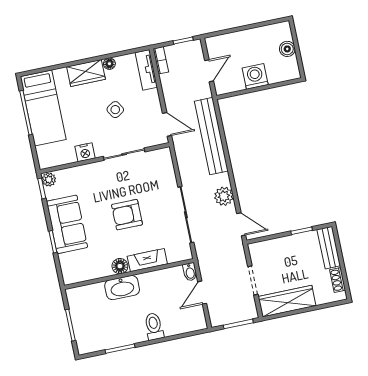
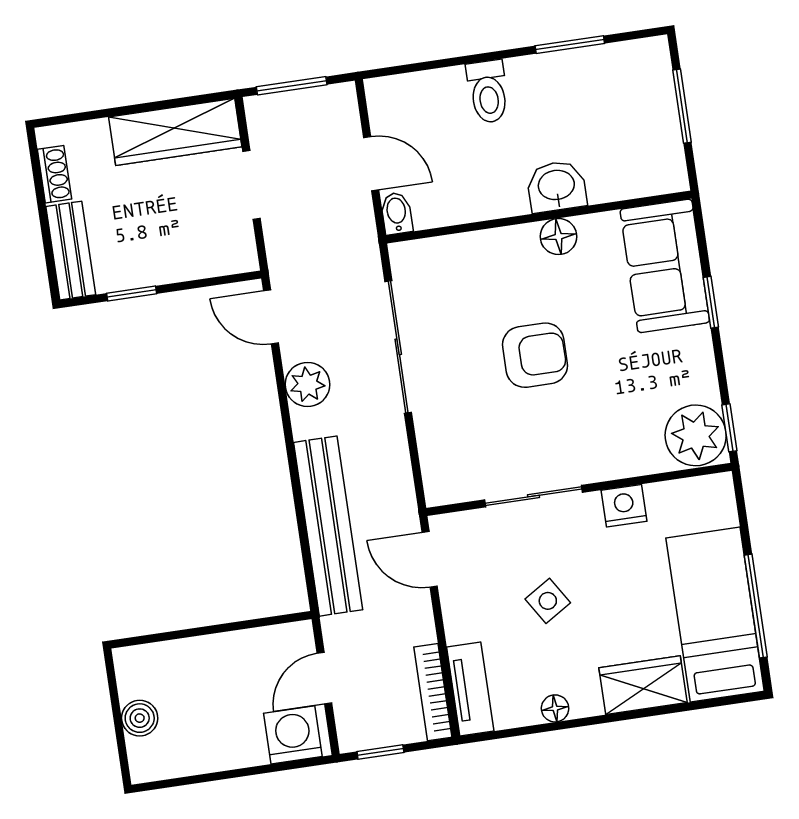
bookcase: (161, 60) -> (433, 692), width x1.56
wardrobe: (86, 73) -> (643, 685), moved
washing machine: (255, 76) -> (293, 735), moved, turned 180
plant: (49, 180) -> (696, 435), width x1.88, depth x1.88
sofa: (67, 224) -> (665, 266), moved
fireplace: (147, 260) -> (494, 247), removed
washbasin: (122, 288) -> (557, 186), width x0.72
door: (202, 293) -> (371, 164), hinge flipped

